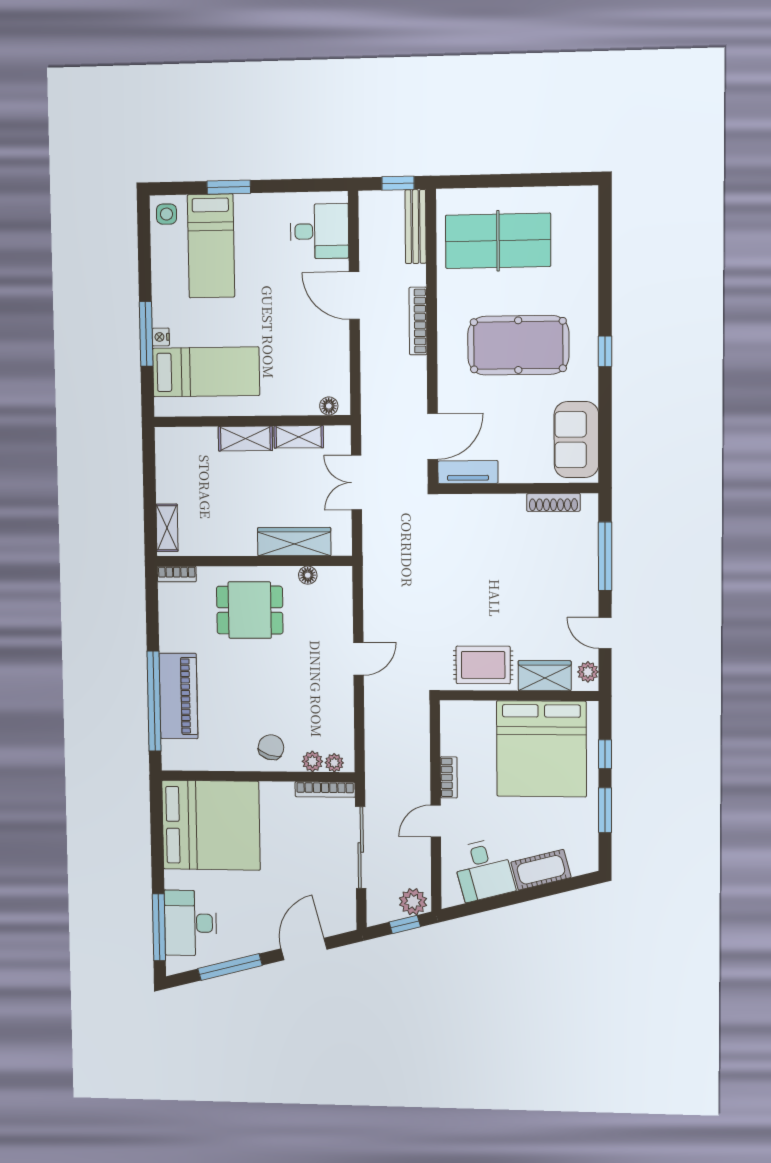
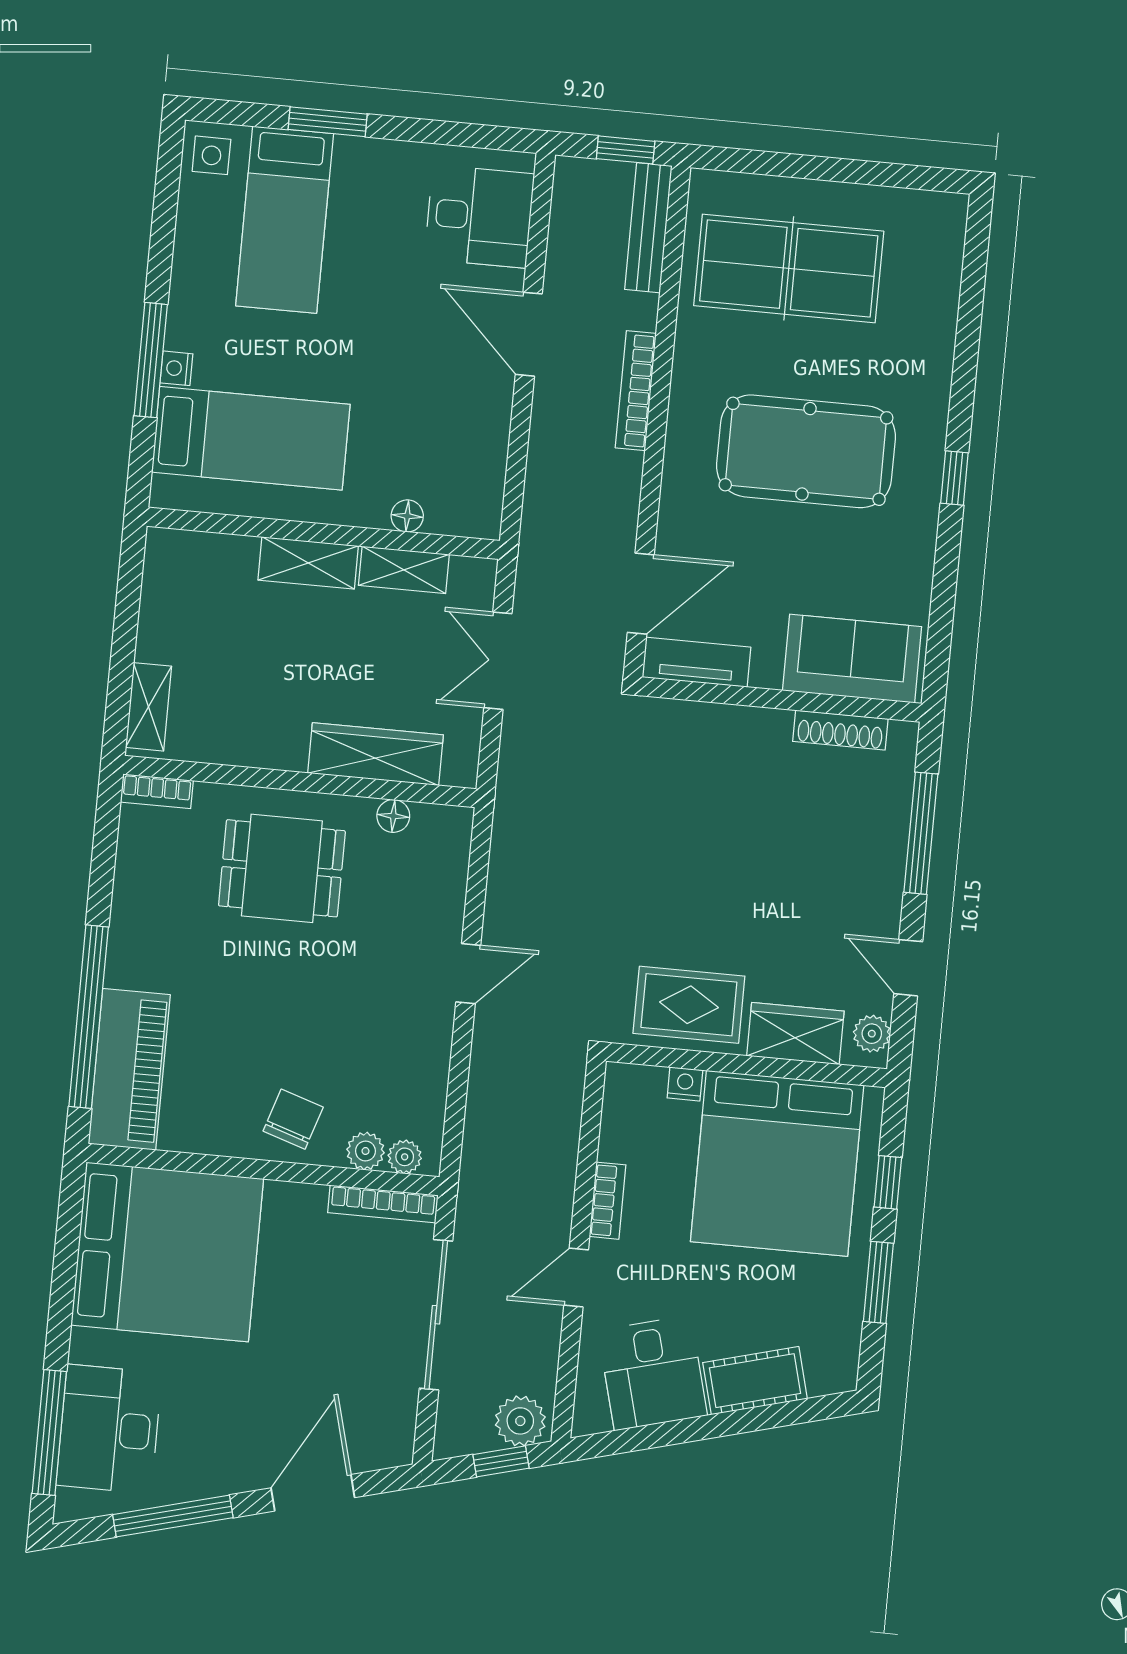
floor lamp: (329, 406) -> (407, 516), moved
sofa: (576, 440) -> (852, 659), moved, turned 90
piano: (178, 696) -> (129, 1069), moved
nightstand: (485, 709) -> (685, 1084), added

